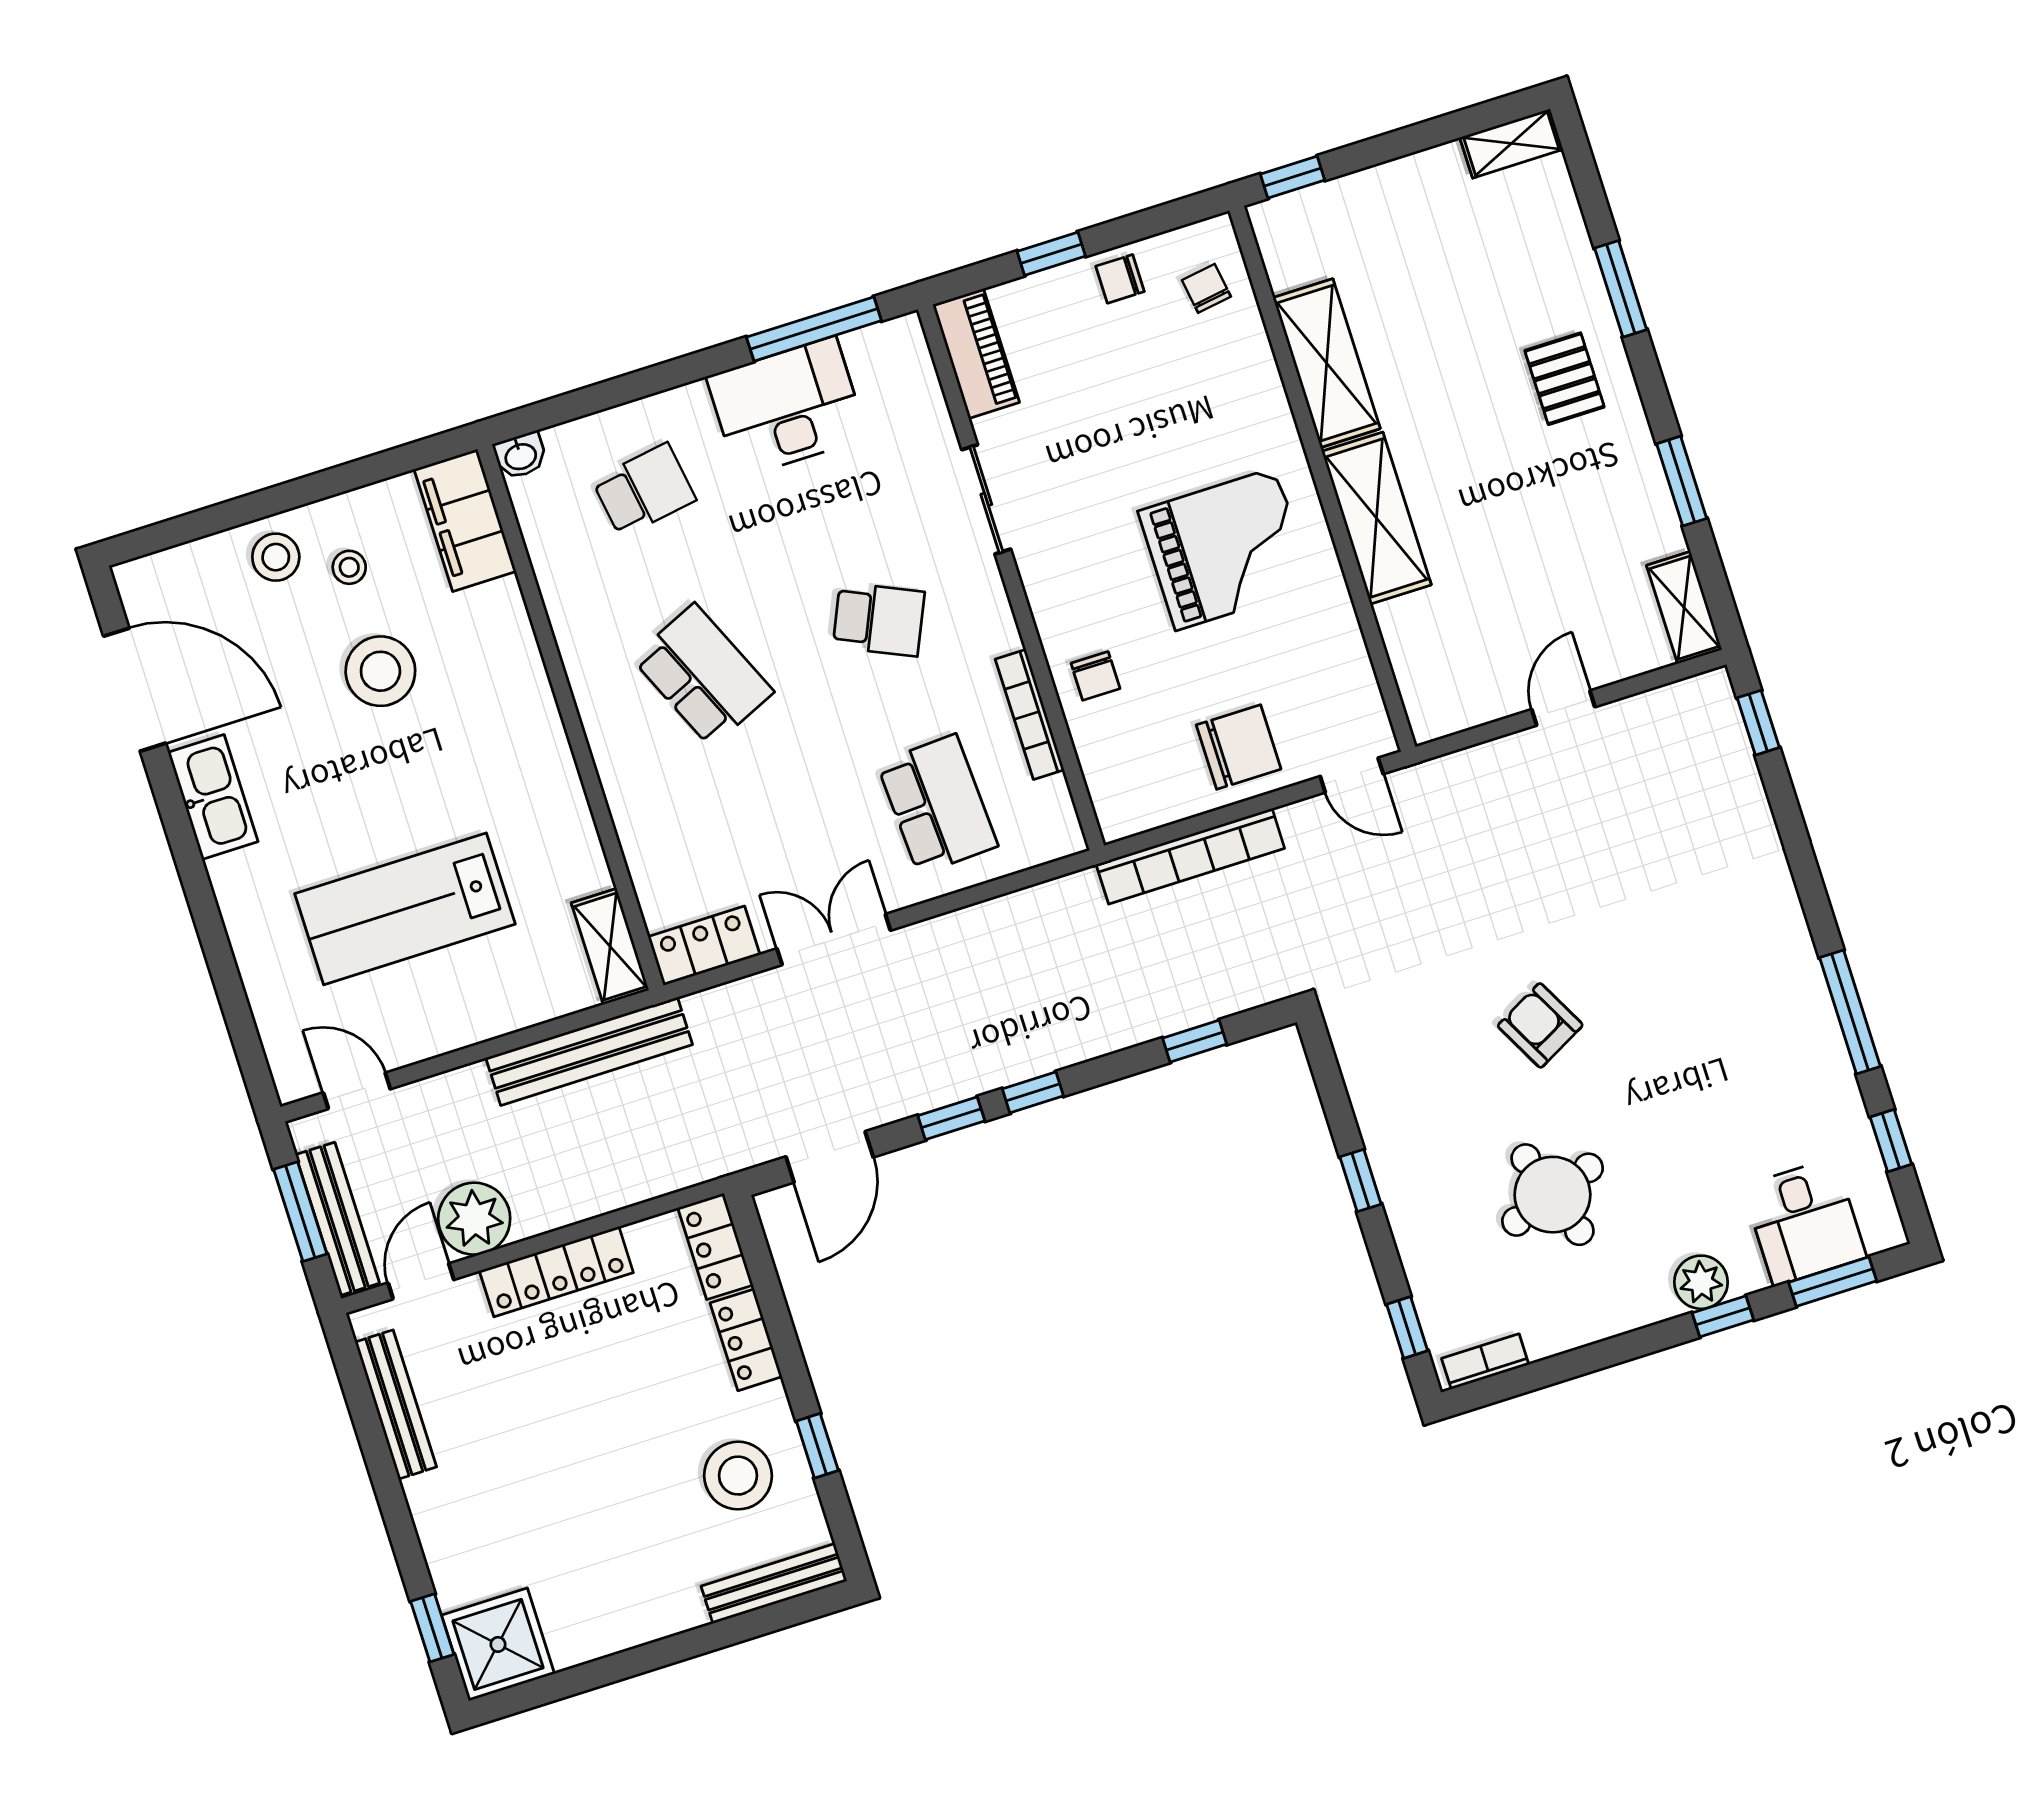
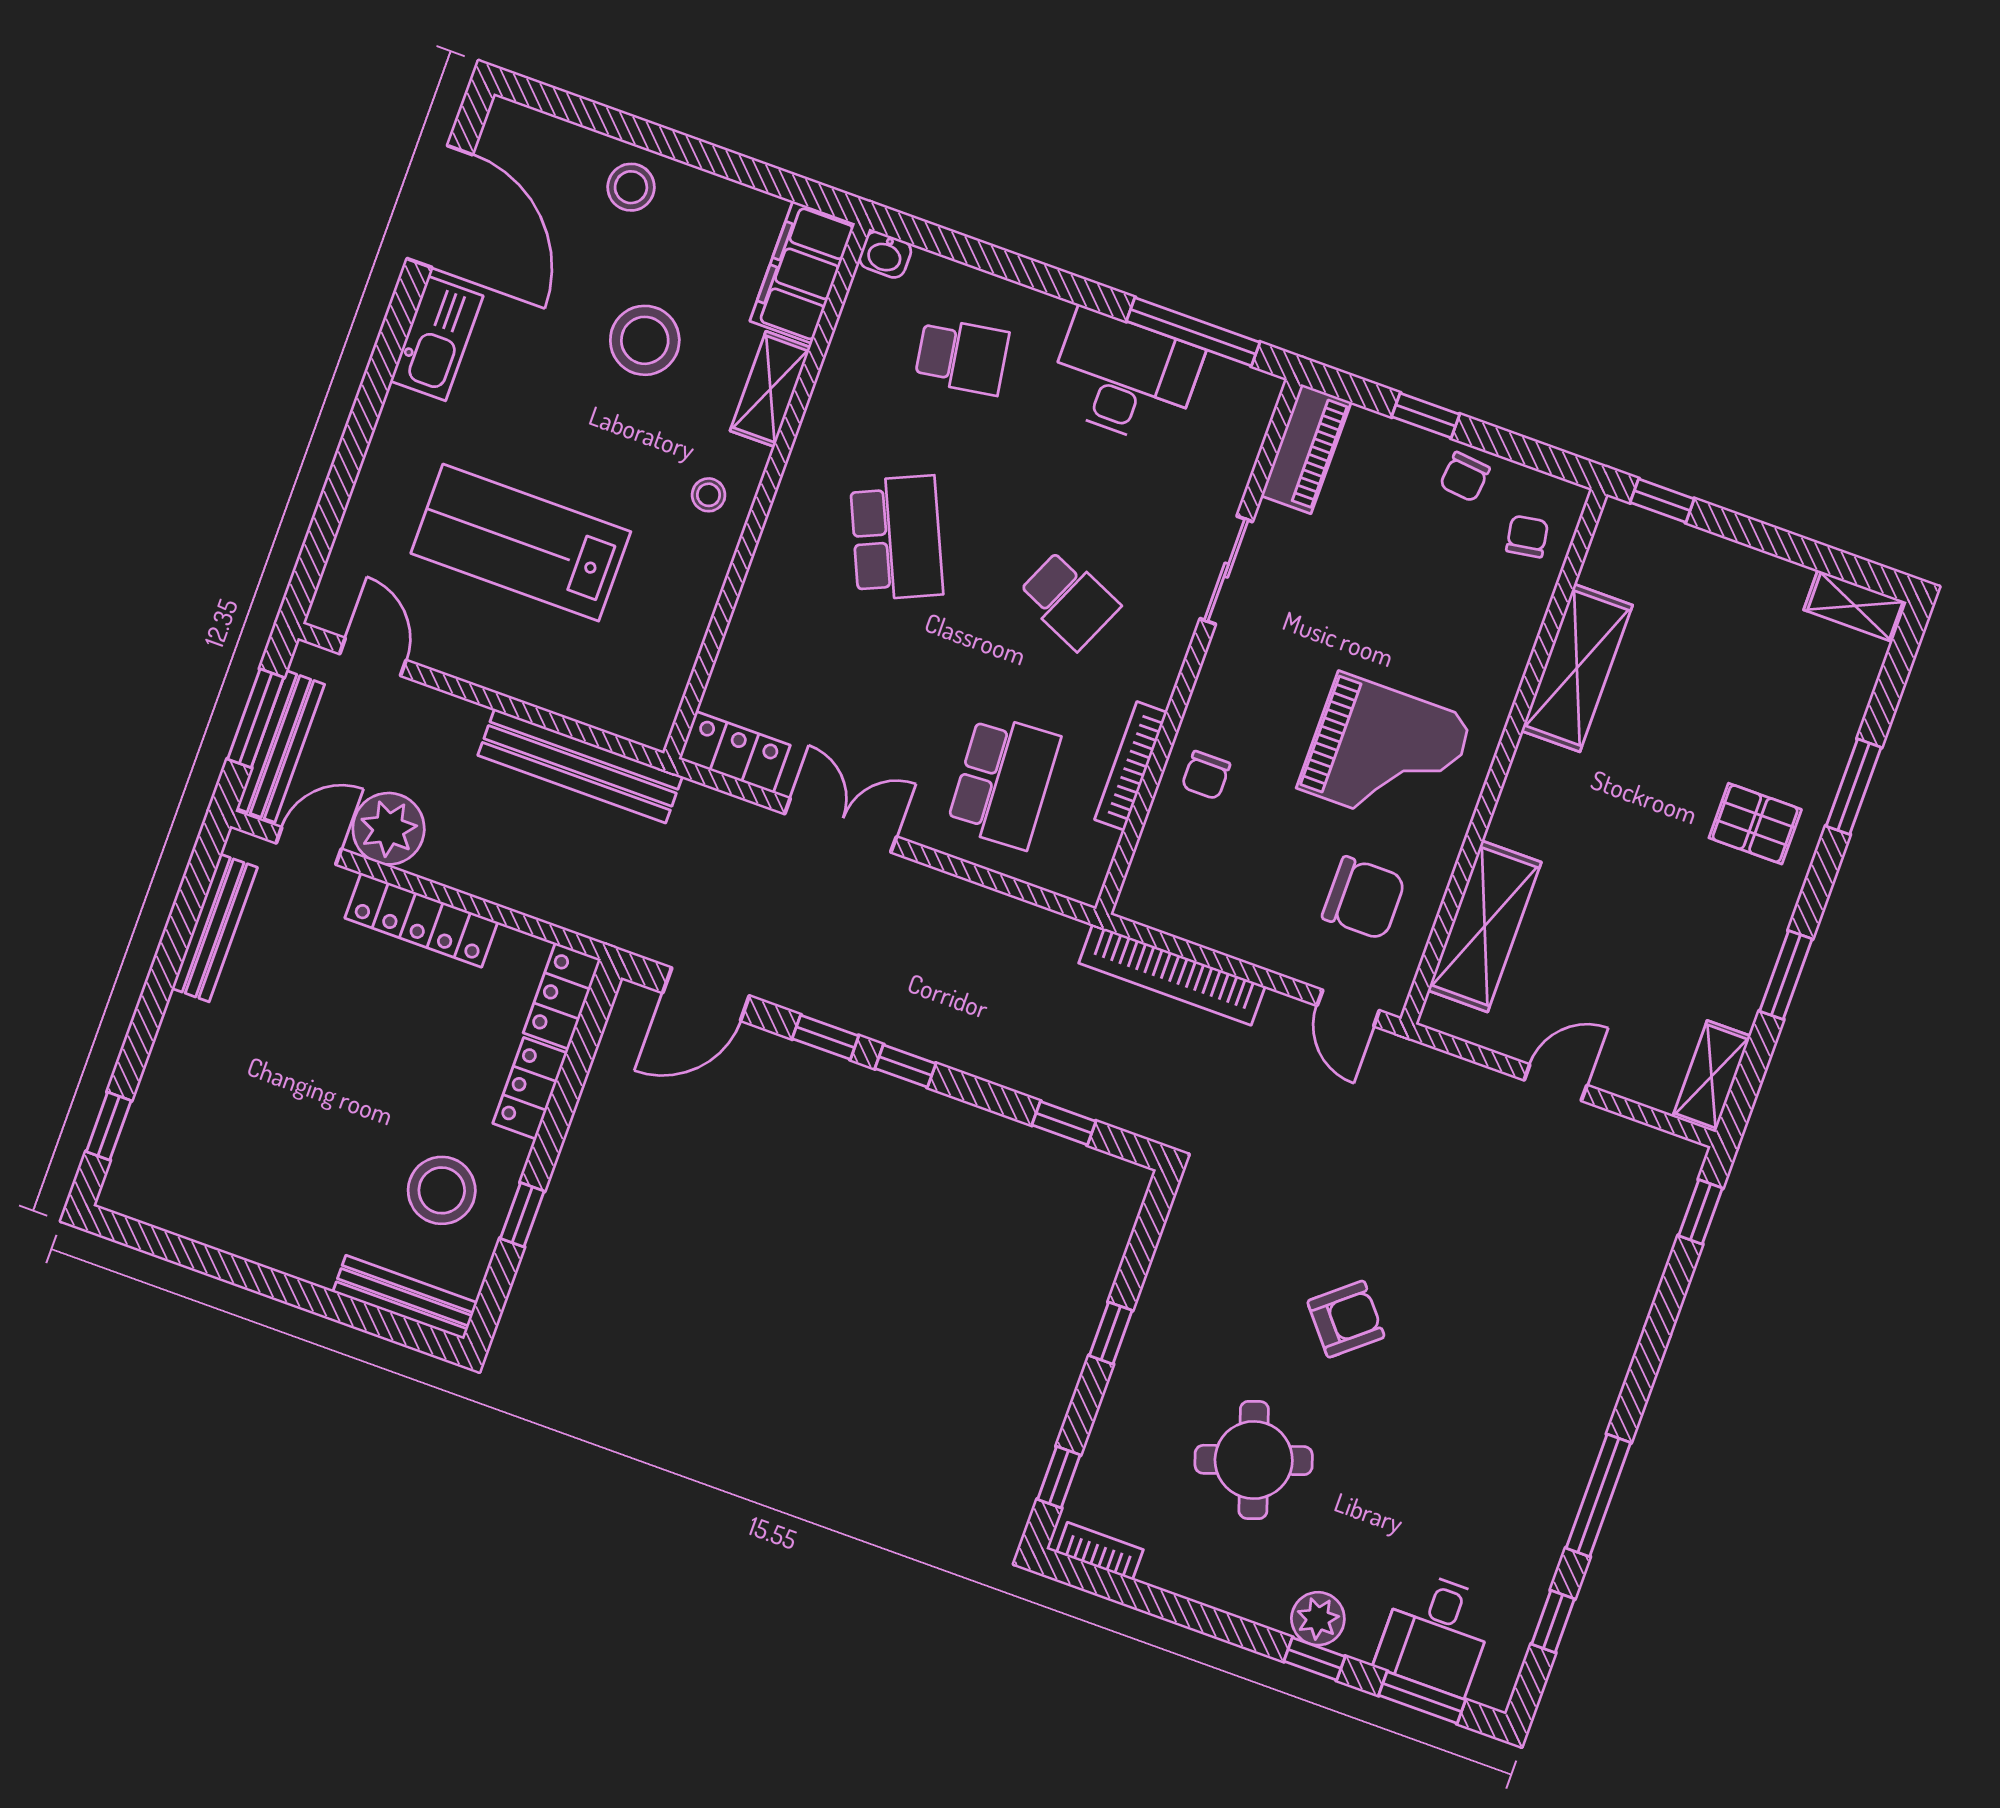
chair: (1120, 279) -> (1465, 477), turned -84
pallet: (1564, 379) -> (1755, 824), turned 90
shelving: (1376, 518) -> (1485, 926), moved
stool: (349, 567) -> (709, 495), moved
chair: (1239, 747) -> (1364, 898), moved
shelving: (610, 947) -> (770, 389), moved
armchair: (1540, 1025) -> (1346, 1319), turned 78
shower: (498, 1644) -> (151, 1179), removed

